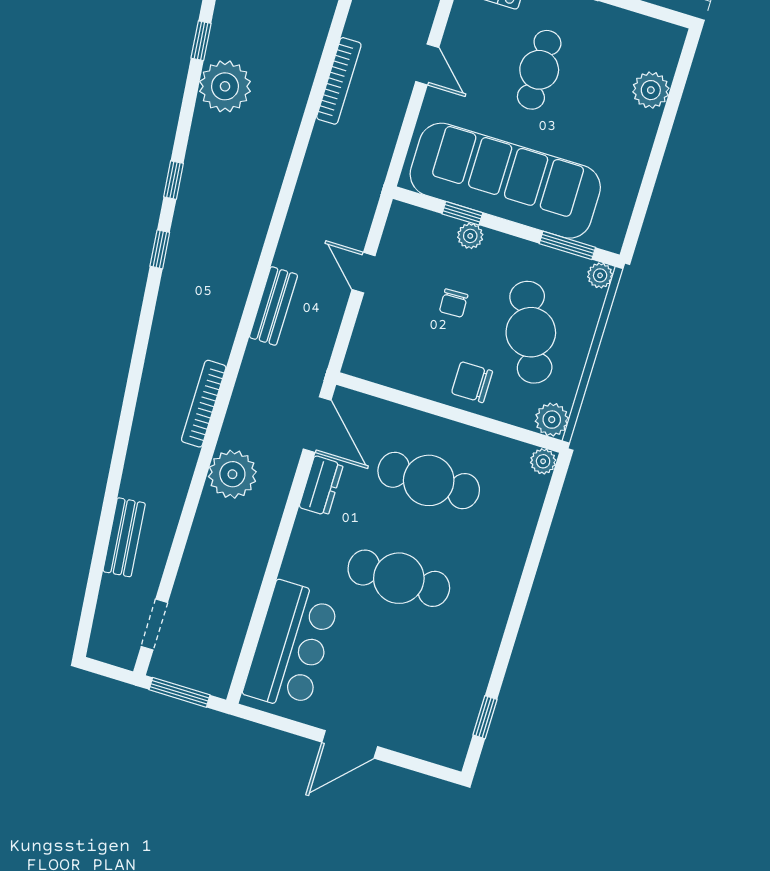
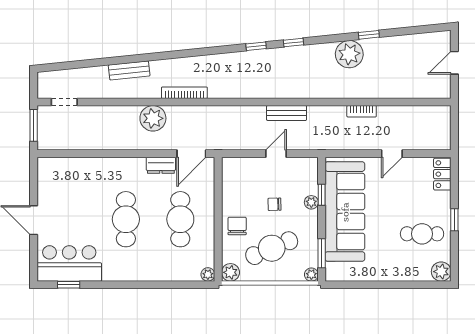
cafe table: (539, 70) -> (422, 234), moved
bookcase: (339, 81) -> (362, 111), width x0.64
plant: (651, 90) -> (441, 272), moved
bench: (273, 306) -> (287, 113), moved
bench: (124, 537) -> (129, 70), moved
bar counter: (291, 646) -> (69, 263), moved, turned 180

